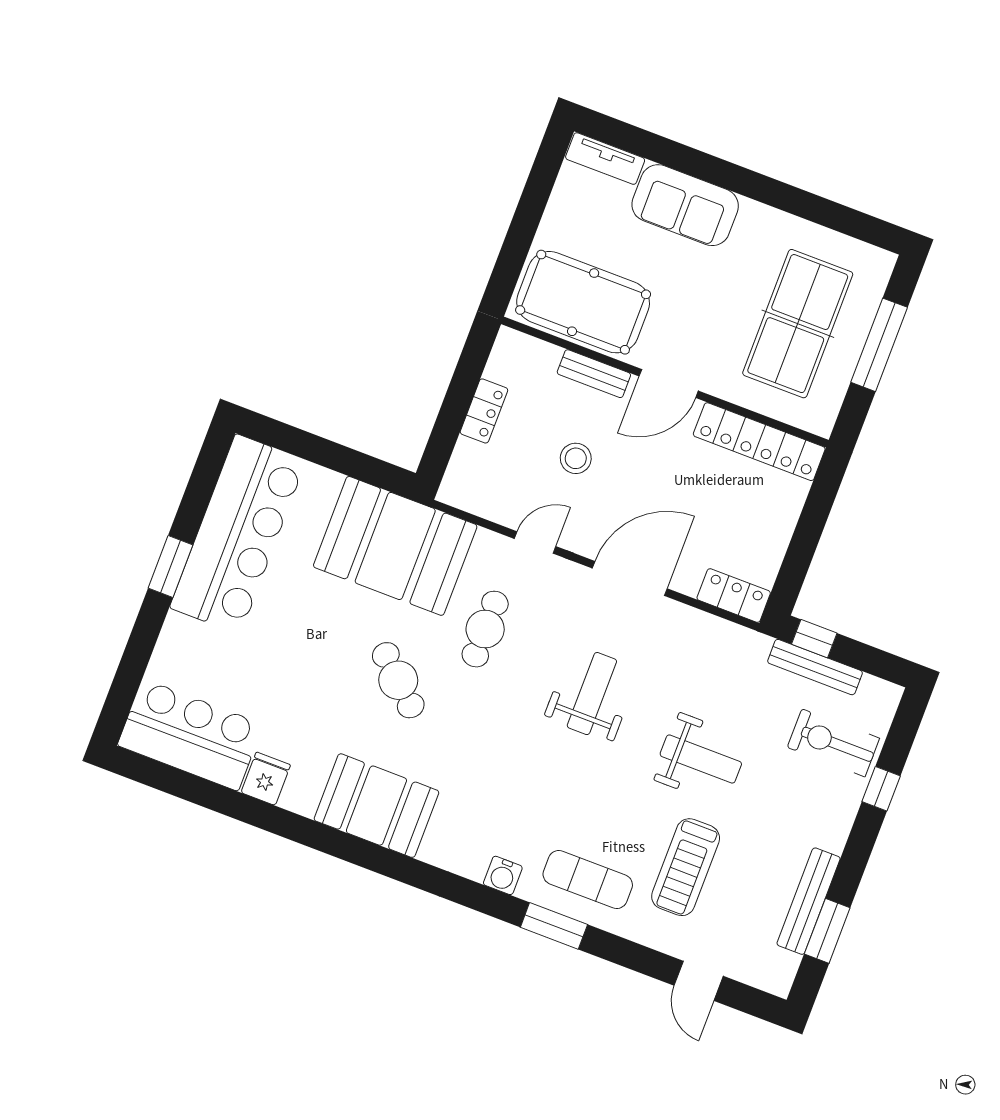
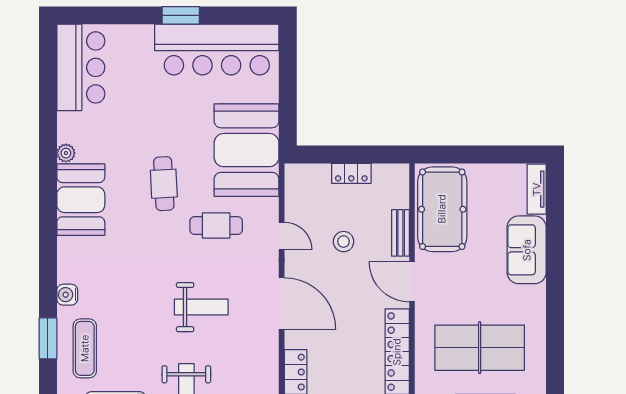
cafe table: (398, 680) -> (164, 184), turned -46
fridge: (266, 779) -> (71, 125), removed
plant: (303, 802) -> (66, 153), added

